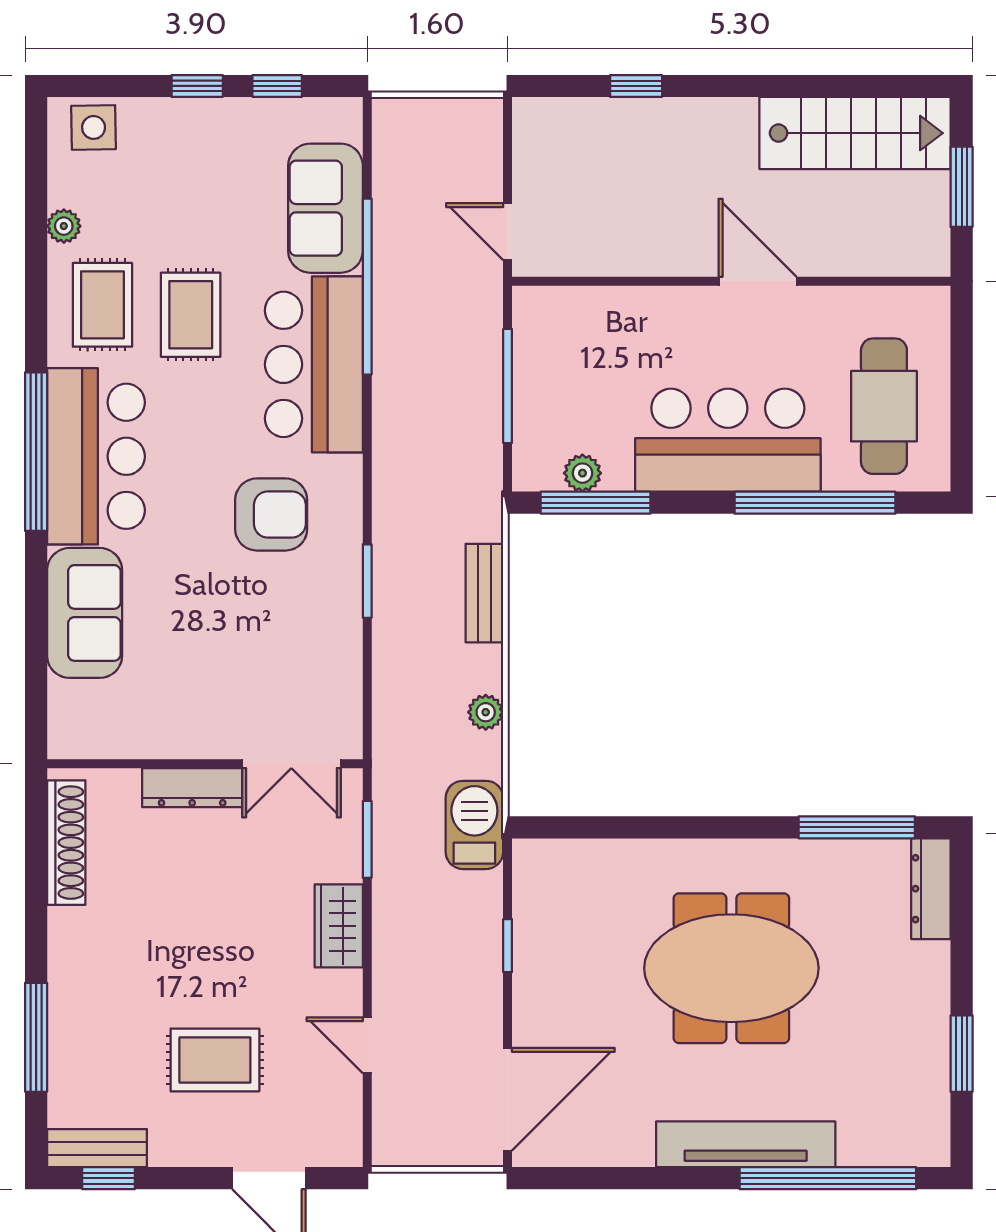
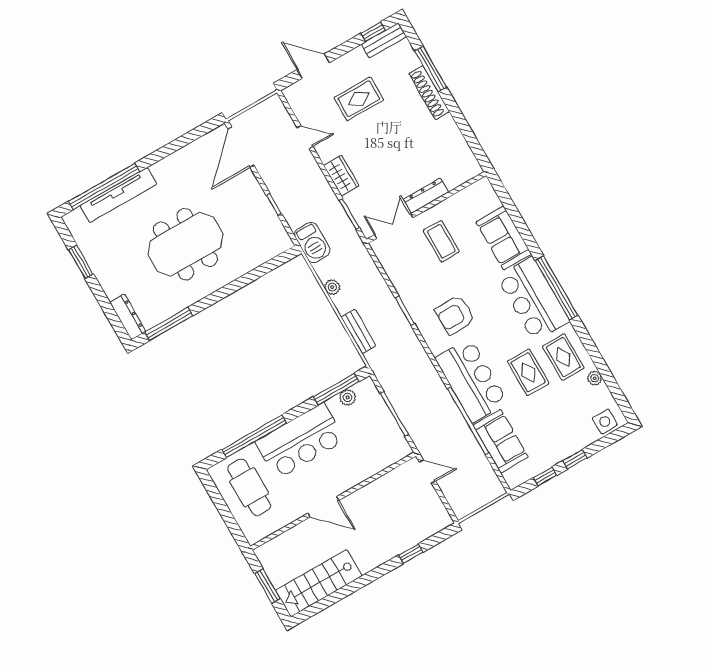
coffee table: (214, 678) -> (441, 241), added
shoe rack: (66, 843) -> (429, 93), moved
tv unit: (746, 1144) -> (118, 195), moved

